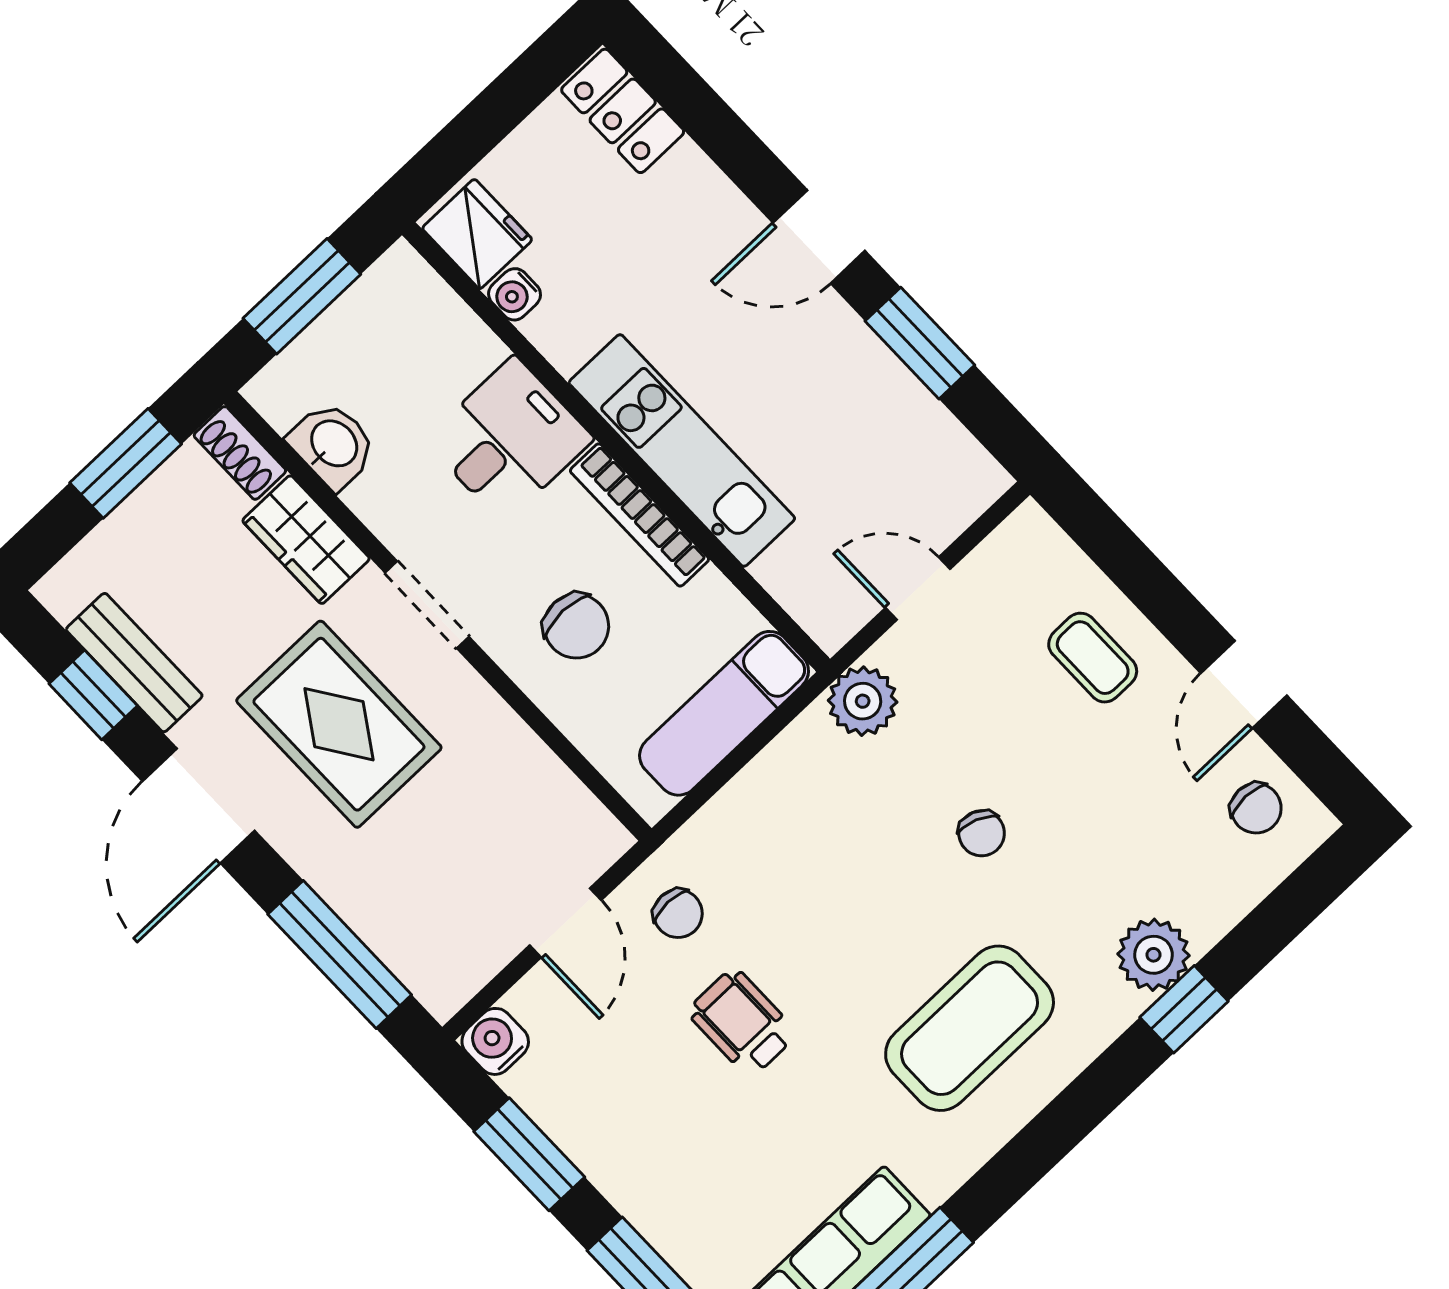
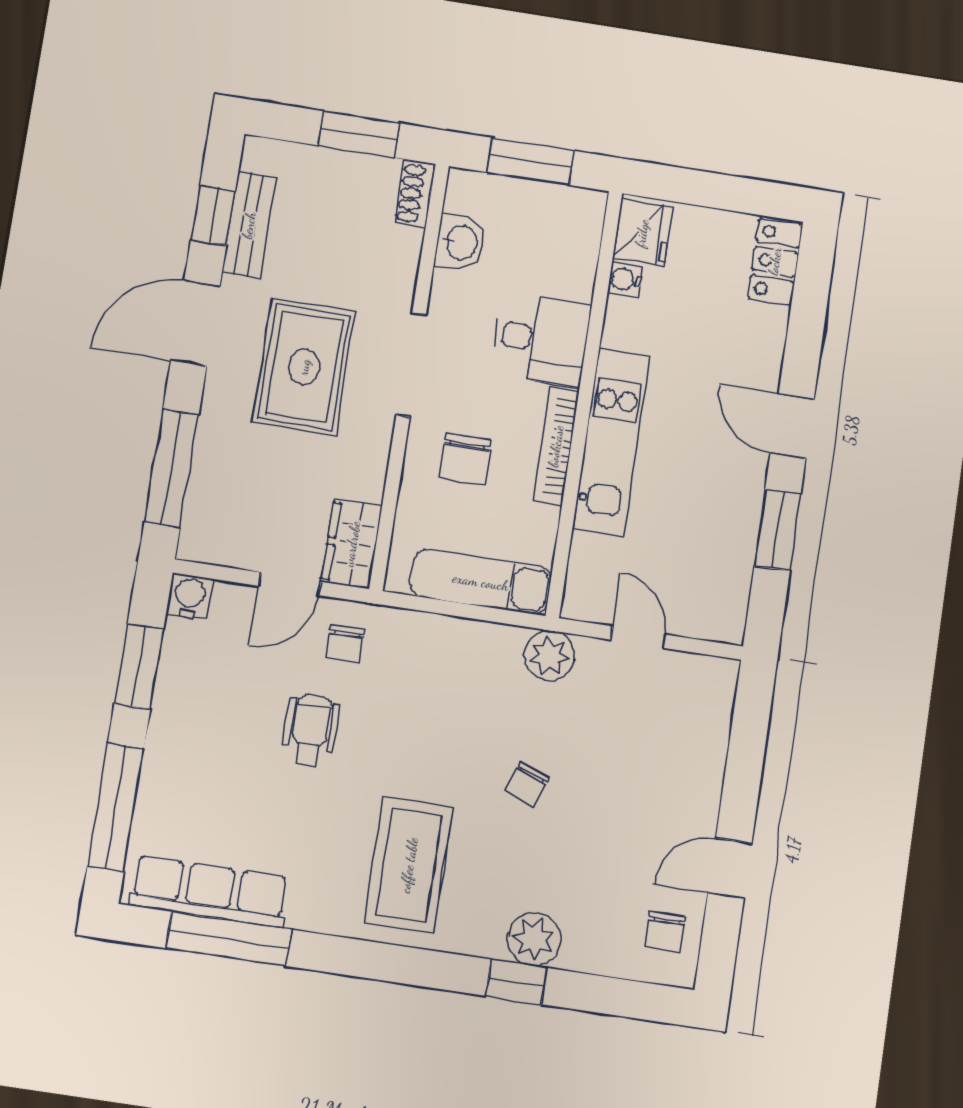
wardrobe: (306, 540) -> (352, 544), moved
doorway: (427, 605) -> (411, 365), width x1.38
coffee table: (1093, 658) -> (677, 769), removed
coffee table: (970, 1028) -> (409, 865), turned 90

